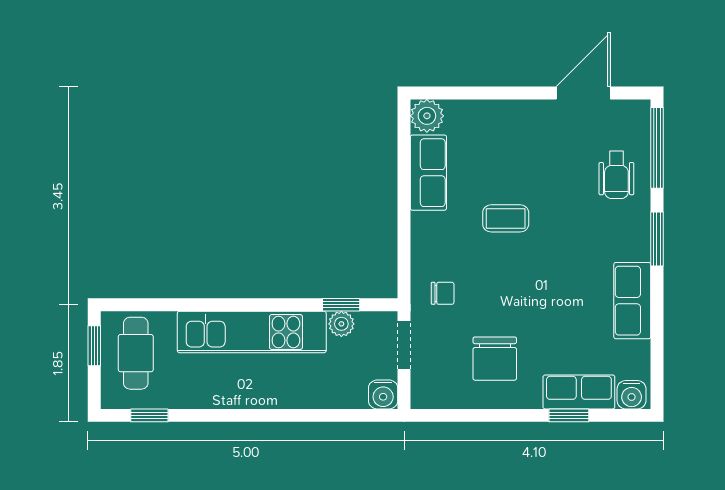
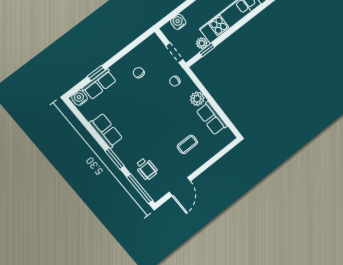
plant: (427, 116) -> (197, 99), moved
wheelchair: (616, 175) -> (146, 169), turned 180
coffee table: (506, 218) -> (187, 144), moved
chair: (495, 359) -> (139, 73), width x0.54, depth x0.54
water cooler: (383, 394) -> (178, 22), moved

